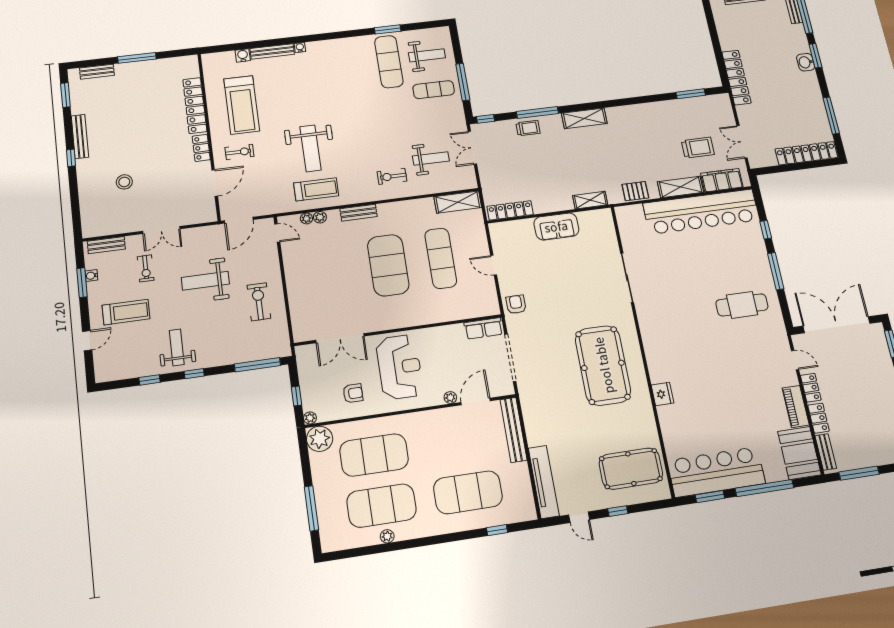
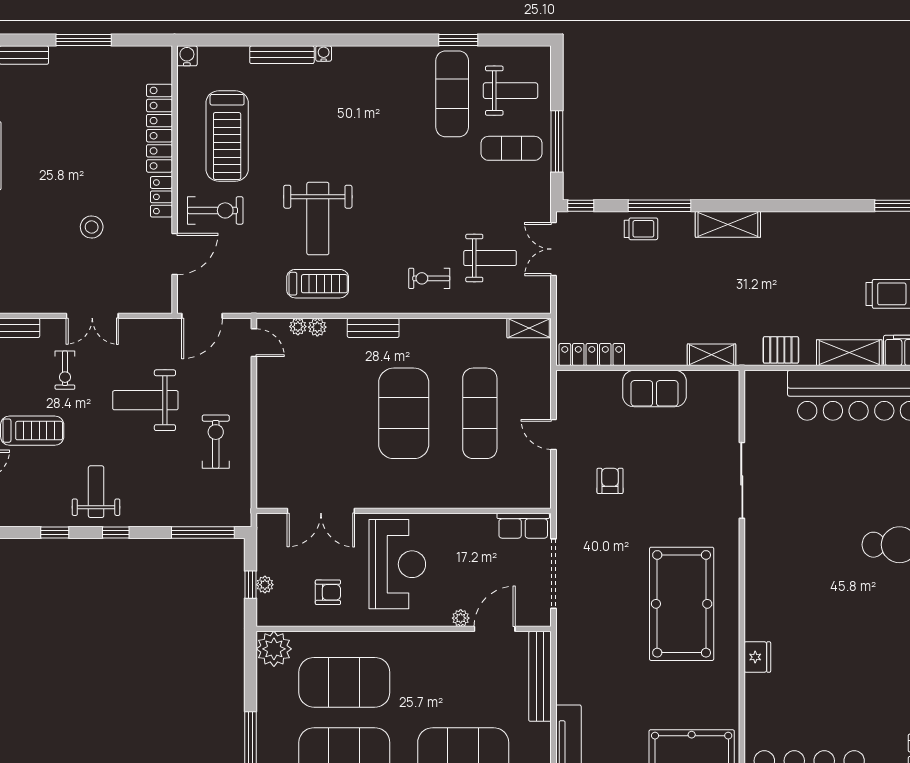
water cooler: (243, 55) -> (187, 56), moved
exercise bike: (239, 152) -> (215, 210), width x1.38, depth x1.39
stool: (124, 182) -> (92, 227), moved
shelving: (458, 202) -> (529, 328), width x0.67, depth x0.75
armchair: (516, 304) -> (610, 481), moved
plant: (310, 418) -> (265, 585), moved

